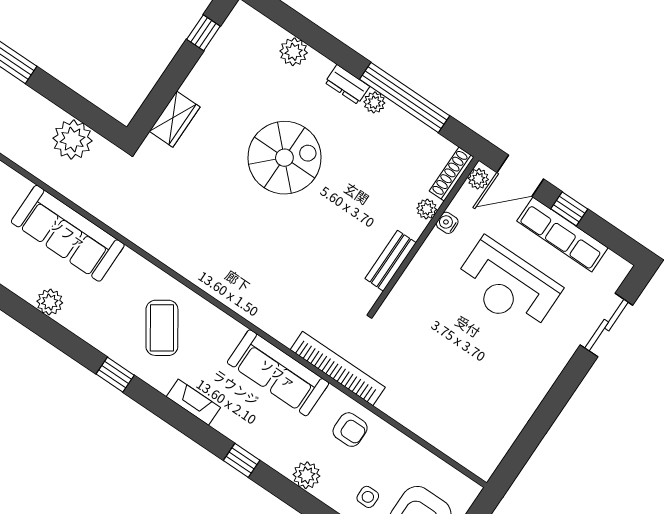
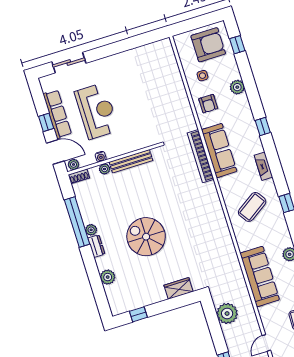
shoe rack: (452, 174) -> (79, 176), width x0.70
bench: (391, 261) -> (131, 161), width x1.36
bookcase: (338, 368) -> (201, 156), moved
armchair: (350, 430) -> (208, 104), turned 180
plant: (306, 475) -> (237, 87), moved
side table: (368, 497) -> (202, 76), moved

